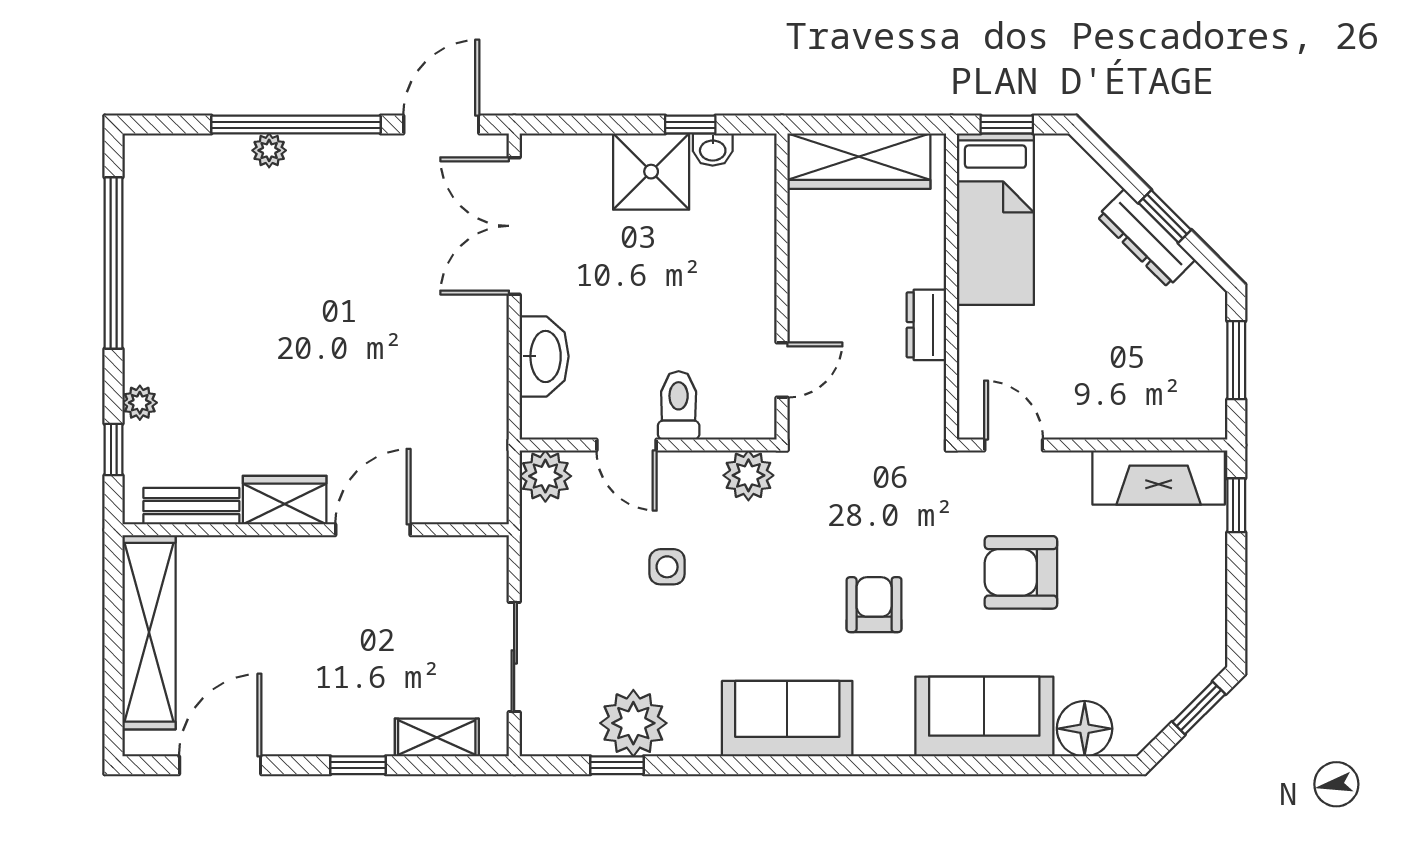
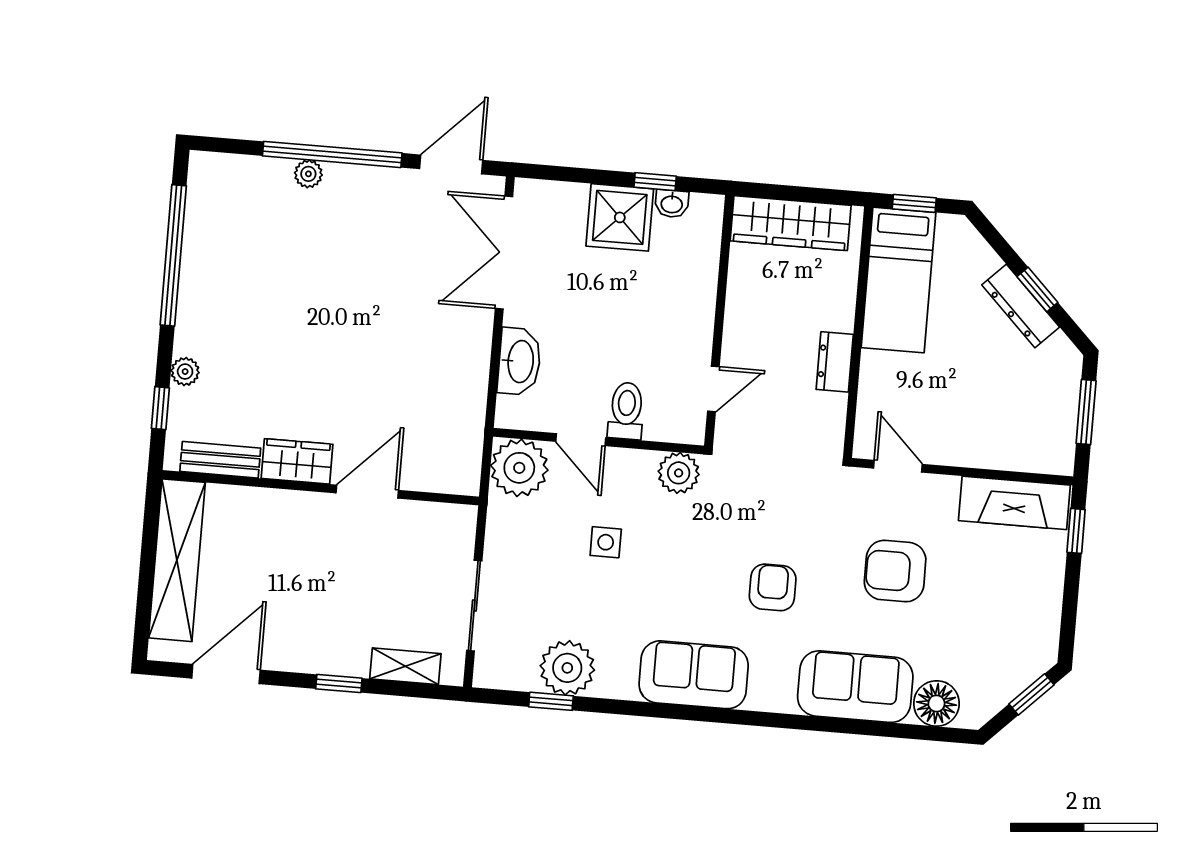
plant: (545, 476) -> (519, 468), width x1.36, depth x1.36

